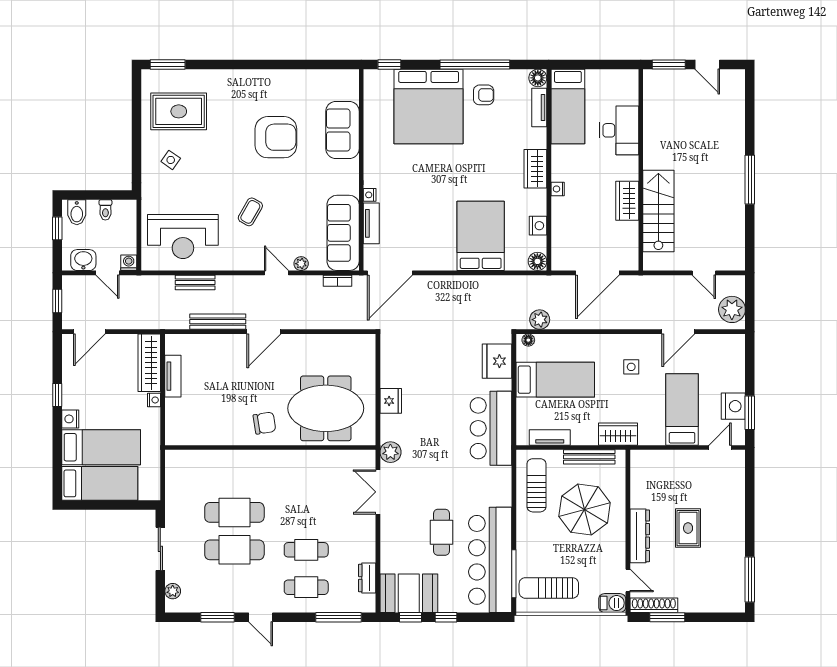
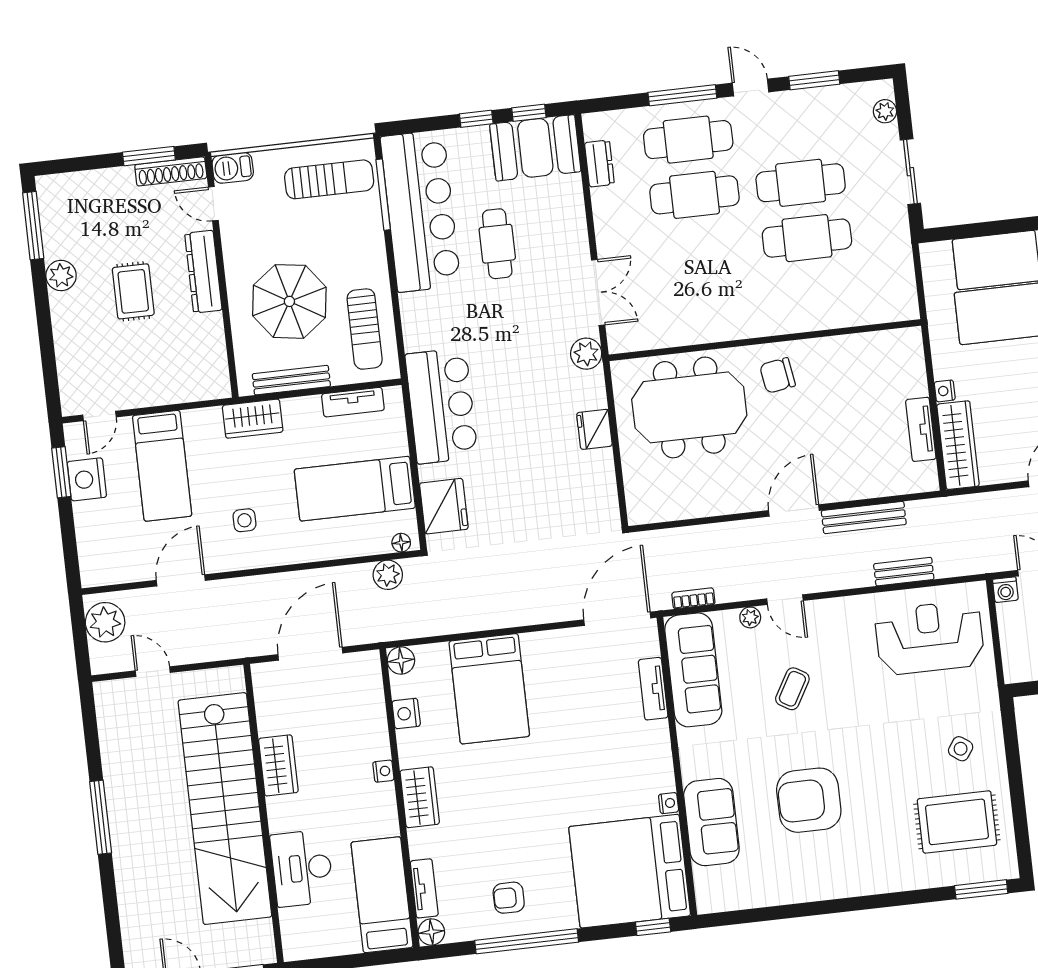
bed: (429, 106) -> (630, 871), moved, turned -90
nightstand: (370, 195) -> (669, 803), moved
stairs: (658, 211) -> (225, 809), width x1.86, depth x1.51
coffee table: (250, 212) -> (792, 689), moved
plant: (735, 544) -> (61, 275), added
cafe table: (306, 550) -> (694, 195), width x1.37, depth x1.35
cafe table: (306, 587) -> (688, 140), width x1.37, depth x1.35
window: (338, 617) -> (682, 95), moved

